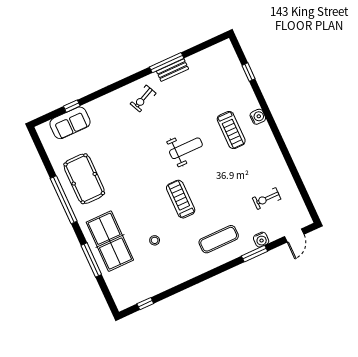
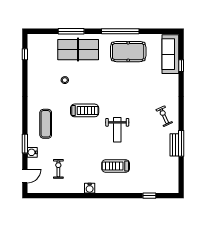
water cooler: (258, 117) -> (90, 188), moved
sofa: (70, 123) -> (170, 54), width x1.36
door: (294, 235) -> (25, 176), swing flipped

